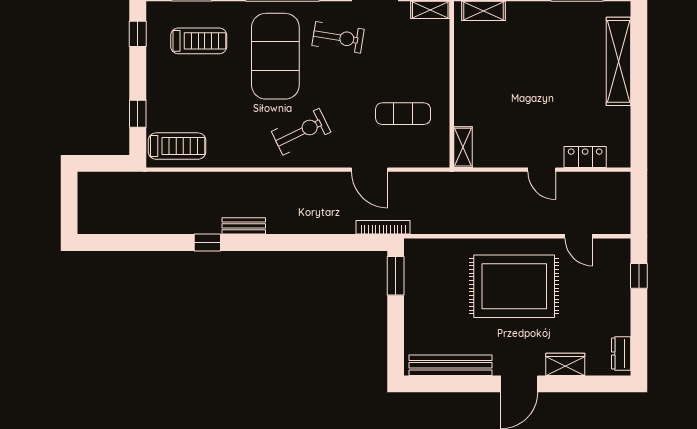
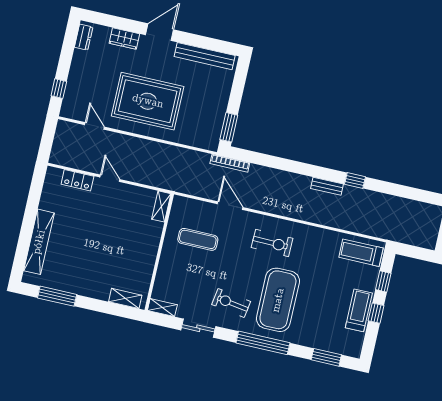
window: (138, 34) -> (376, 313), moved
treadmill: (199, 41) -> (359, 310), moved, turned 90
exercise bike: (301, 132) -> (272, 243), turned -153

